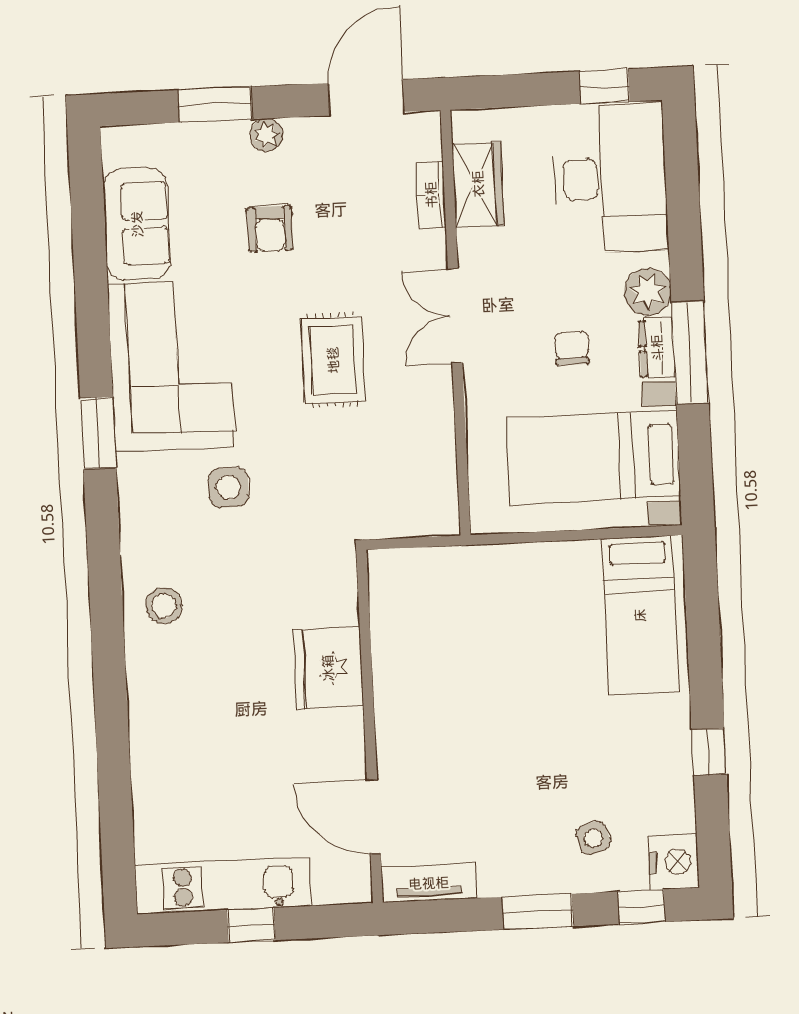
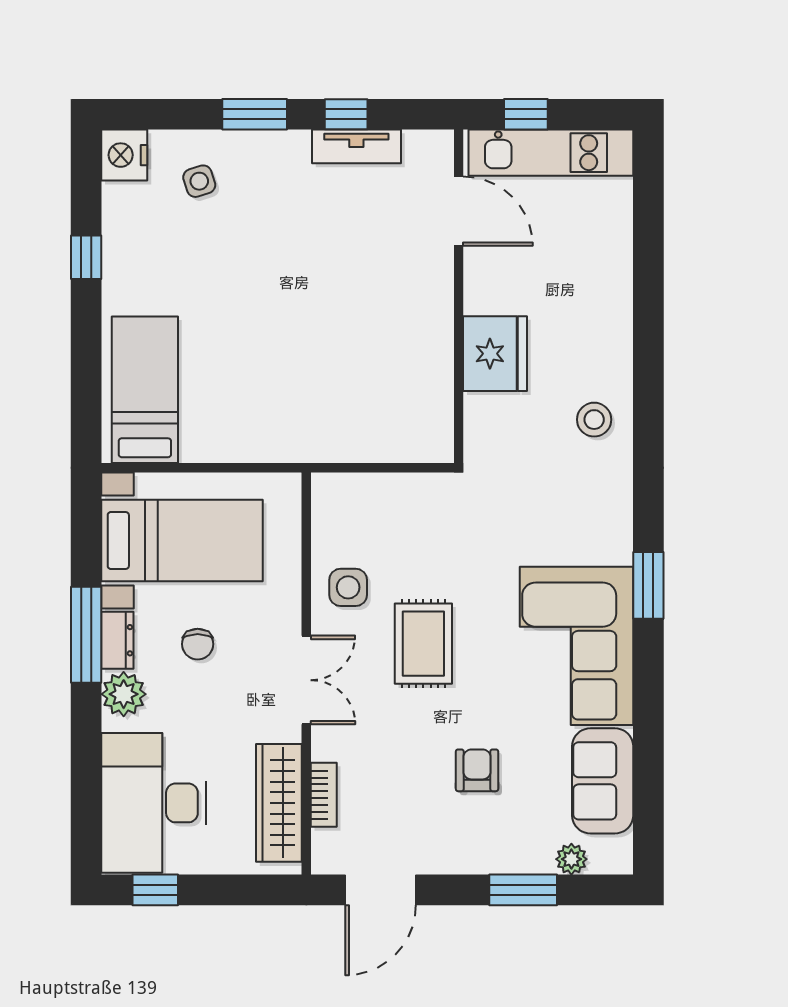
plant: (266, 135) -> (571, 859), moved
wardrobe: (478, 184) -> (279, 803), width x1.50
side table: (228, 487) -> (348, 587), moved
fridge: (328, 668) -> (495, 354), moved
wall: (370, 726) -> (459, 296), moved
door: (374, 817) -> (459, 211), moved
window: (641, 907) -> (346, 114), moved

